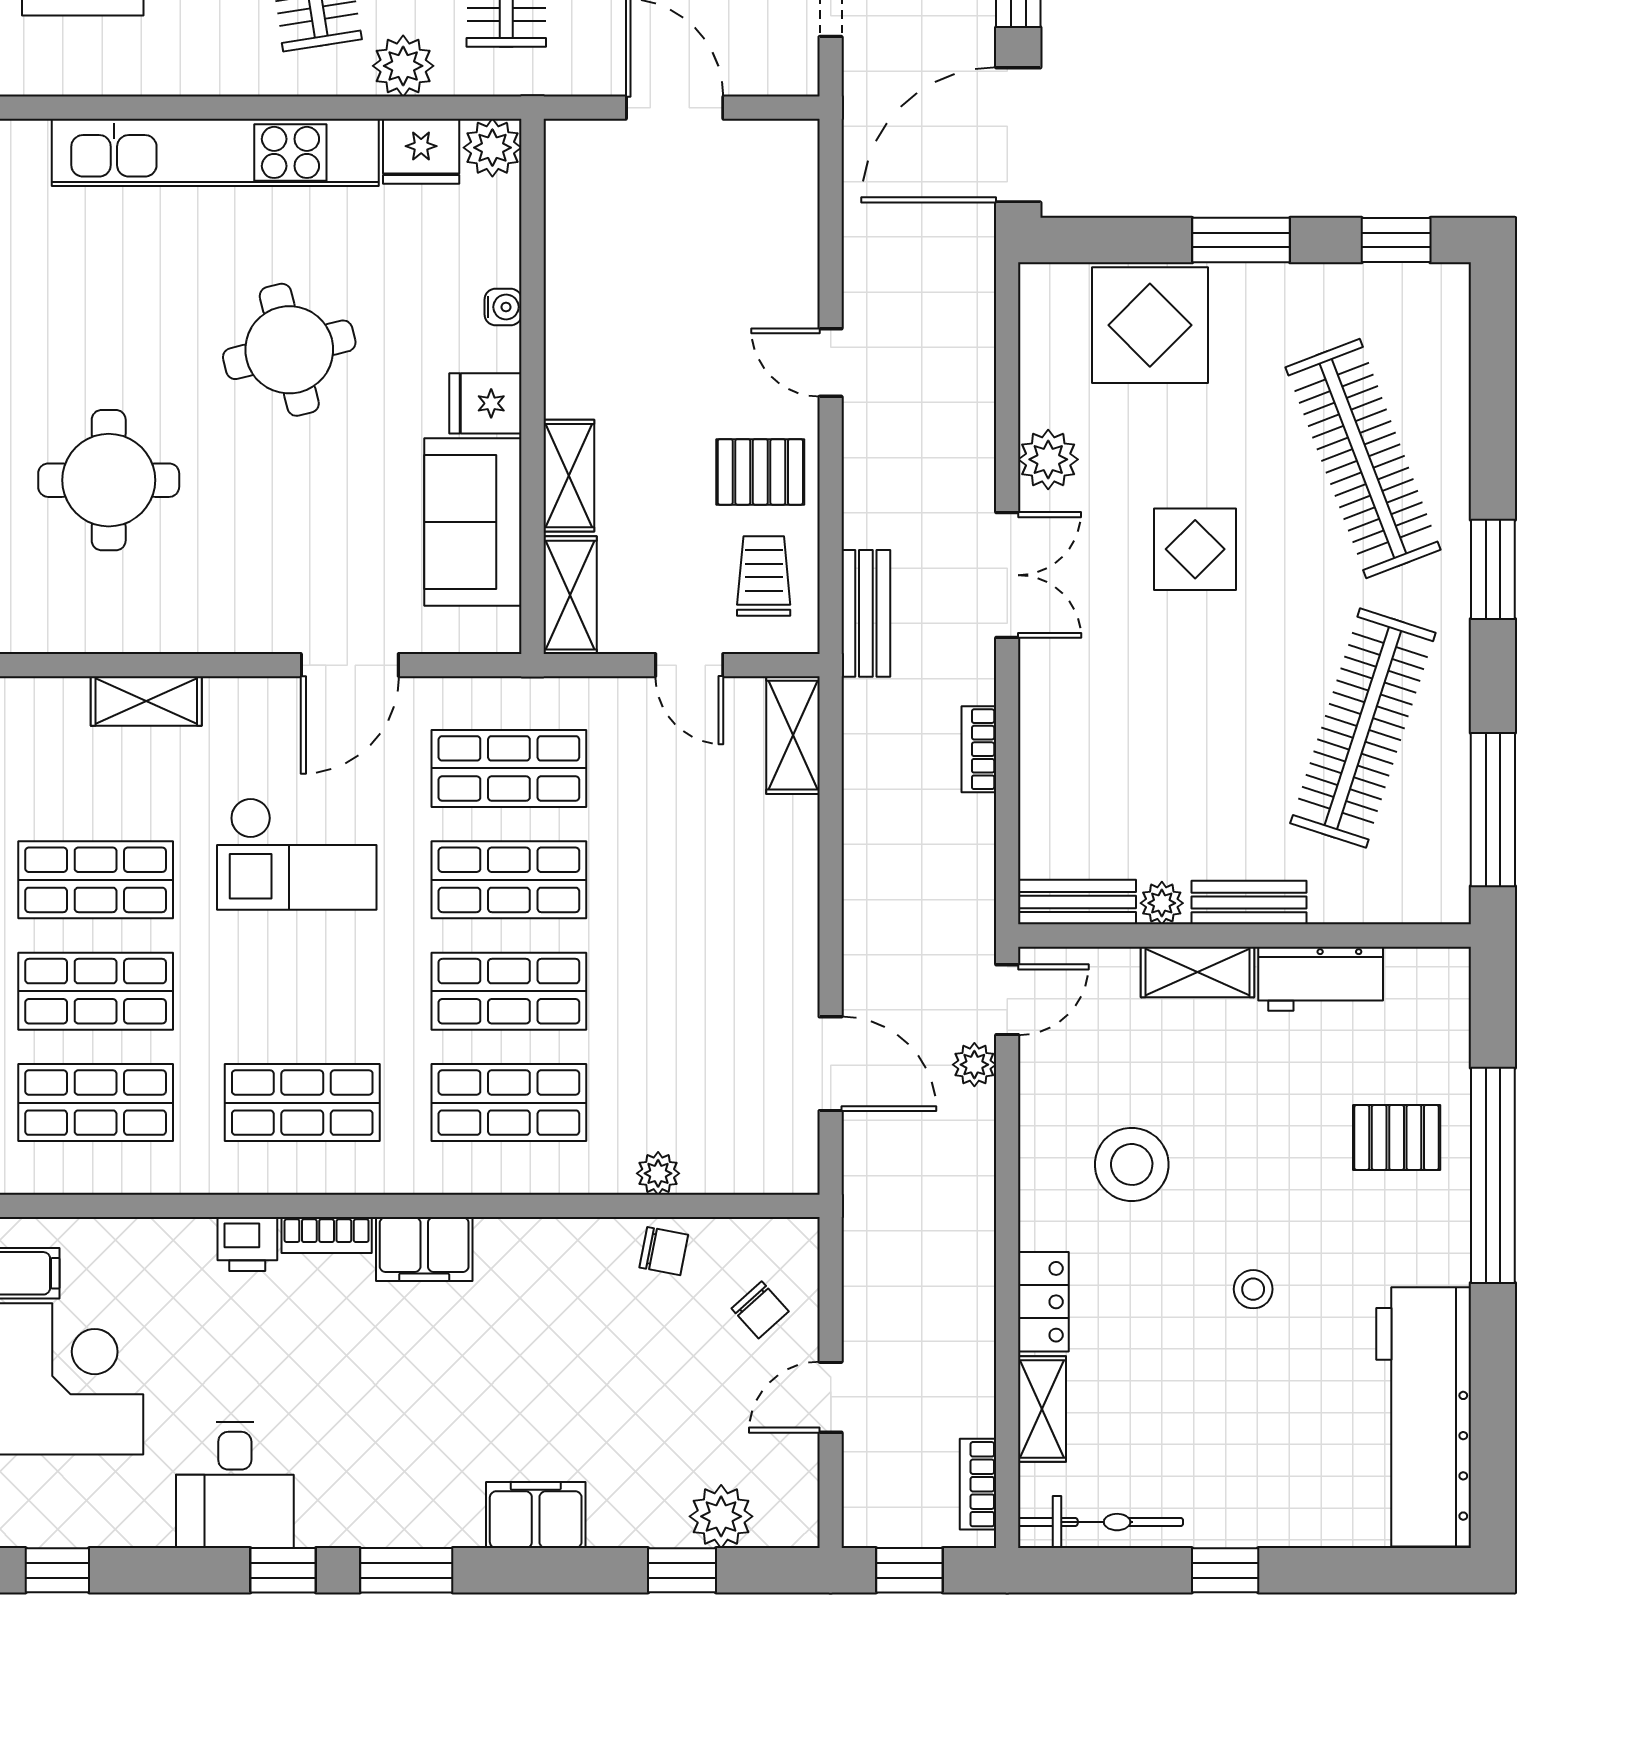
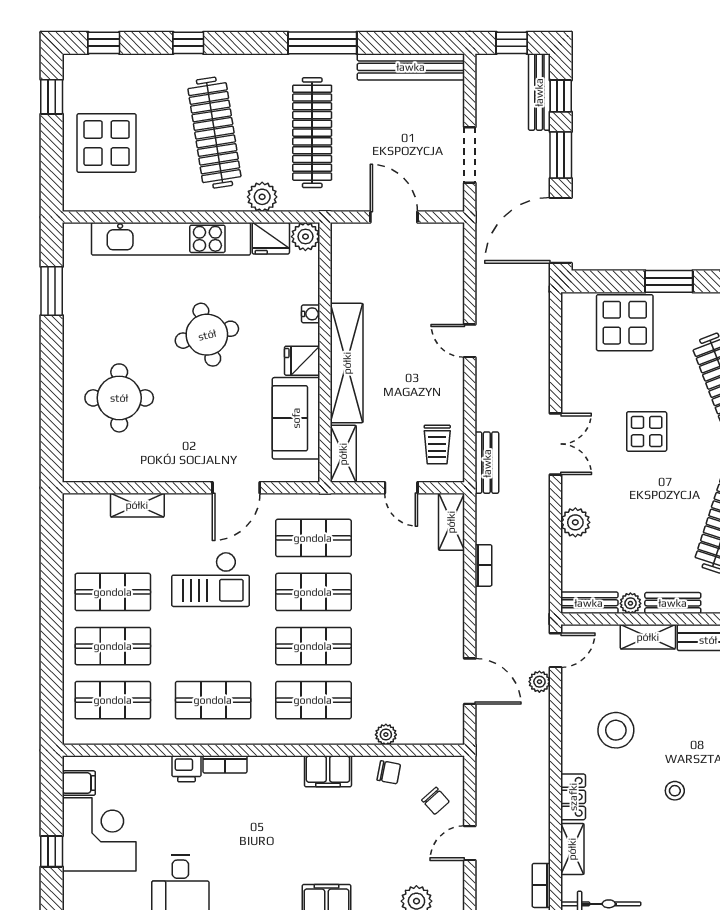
plant: (1048, 459) -> (575, 522), moved
pallet: (760, 472) -> (436, 394), removed
shelving: (569, 476) -> (347, 363), width x2.20, depth x1.33
trolley: (764, 576) -> (437, 445), turned 180
bookcase: (979, 749) -> (483, 565), moved, turned 180
filing cabinet: (424, 1249) -> (328, 771), moved

